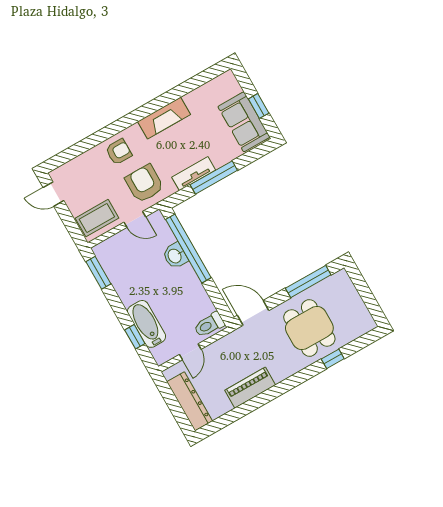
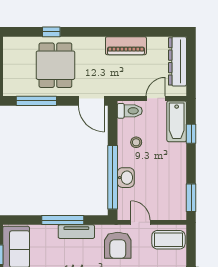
stool: (185, 297) -> (136, 142), added
bathtub: (147, 324) -> (177, 121), moved

